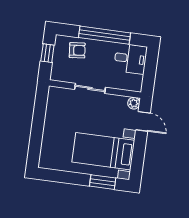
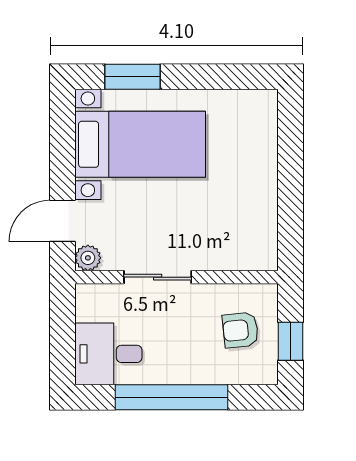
armchair: (77, 50) -> (240, 330), moved
sliding door: (90, 88) -> (158, 277), moved
door: (143, 121) -> (62, 221), hinge flipped

